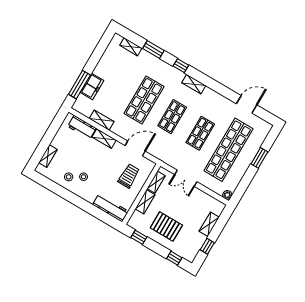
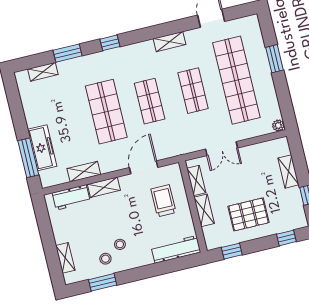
shelving: (194, 84) -> (169, 42), moved
freezer: (92, 86) -> (42, 148), width x1.40
window: (55, 188) -> (103, 282), added

